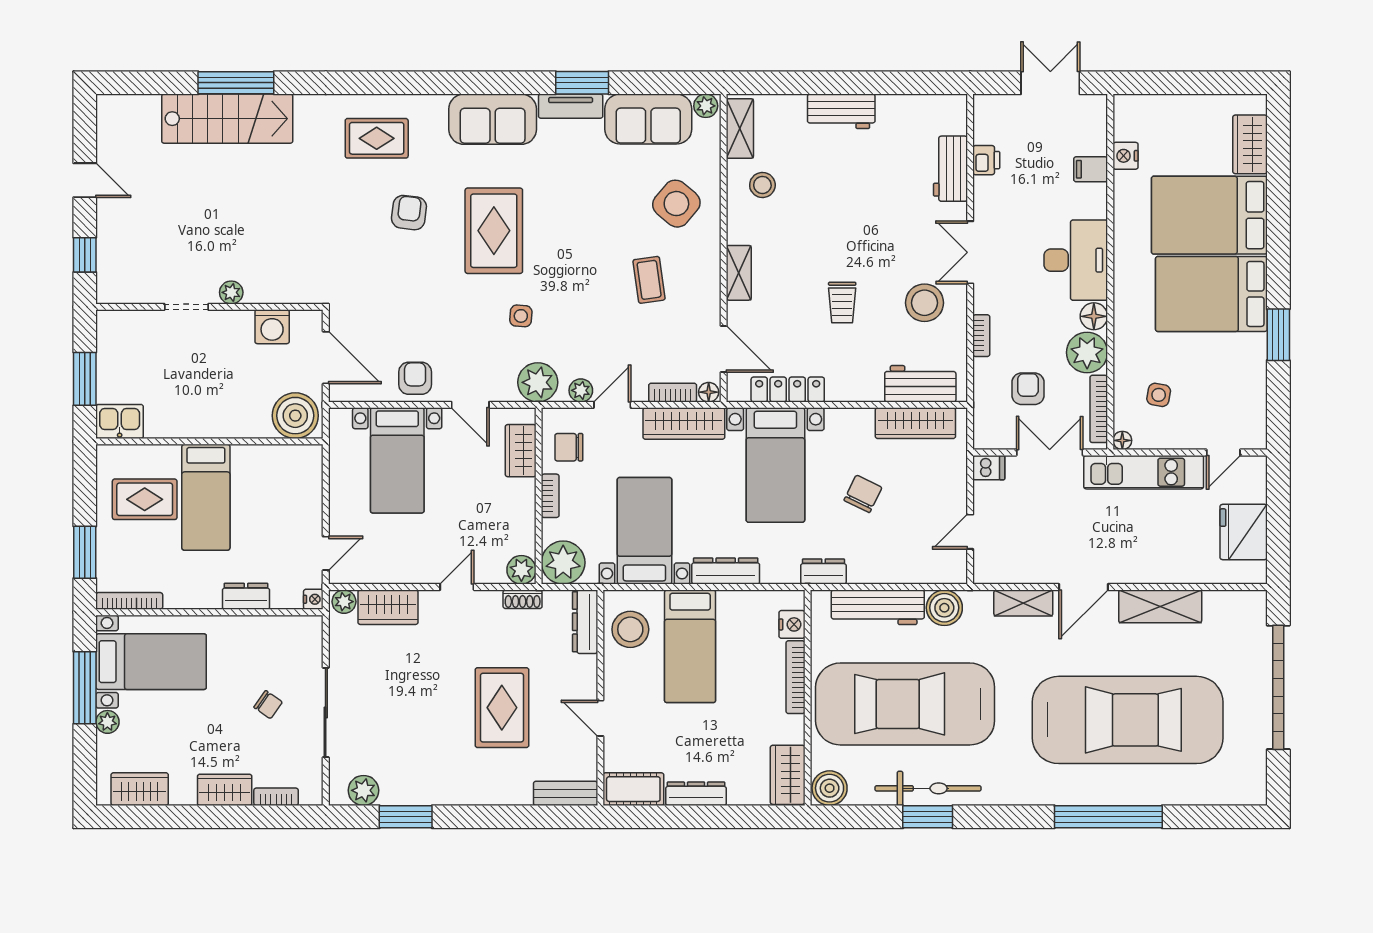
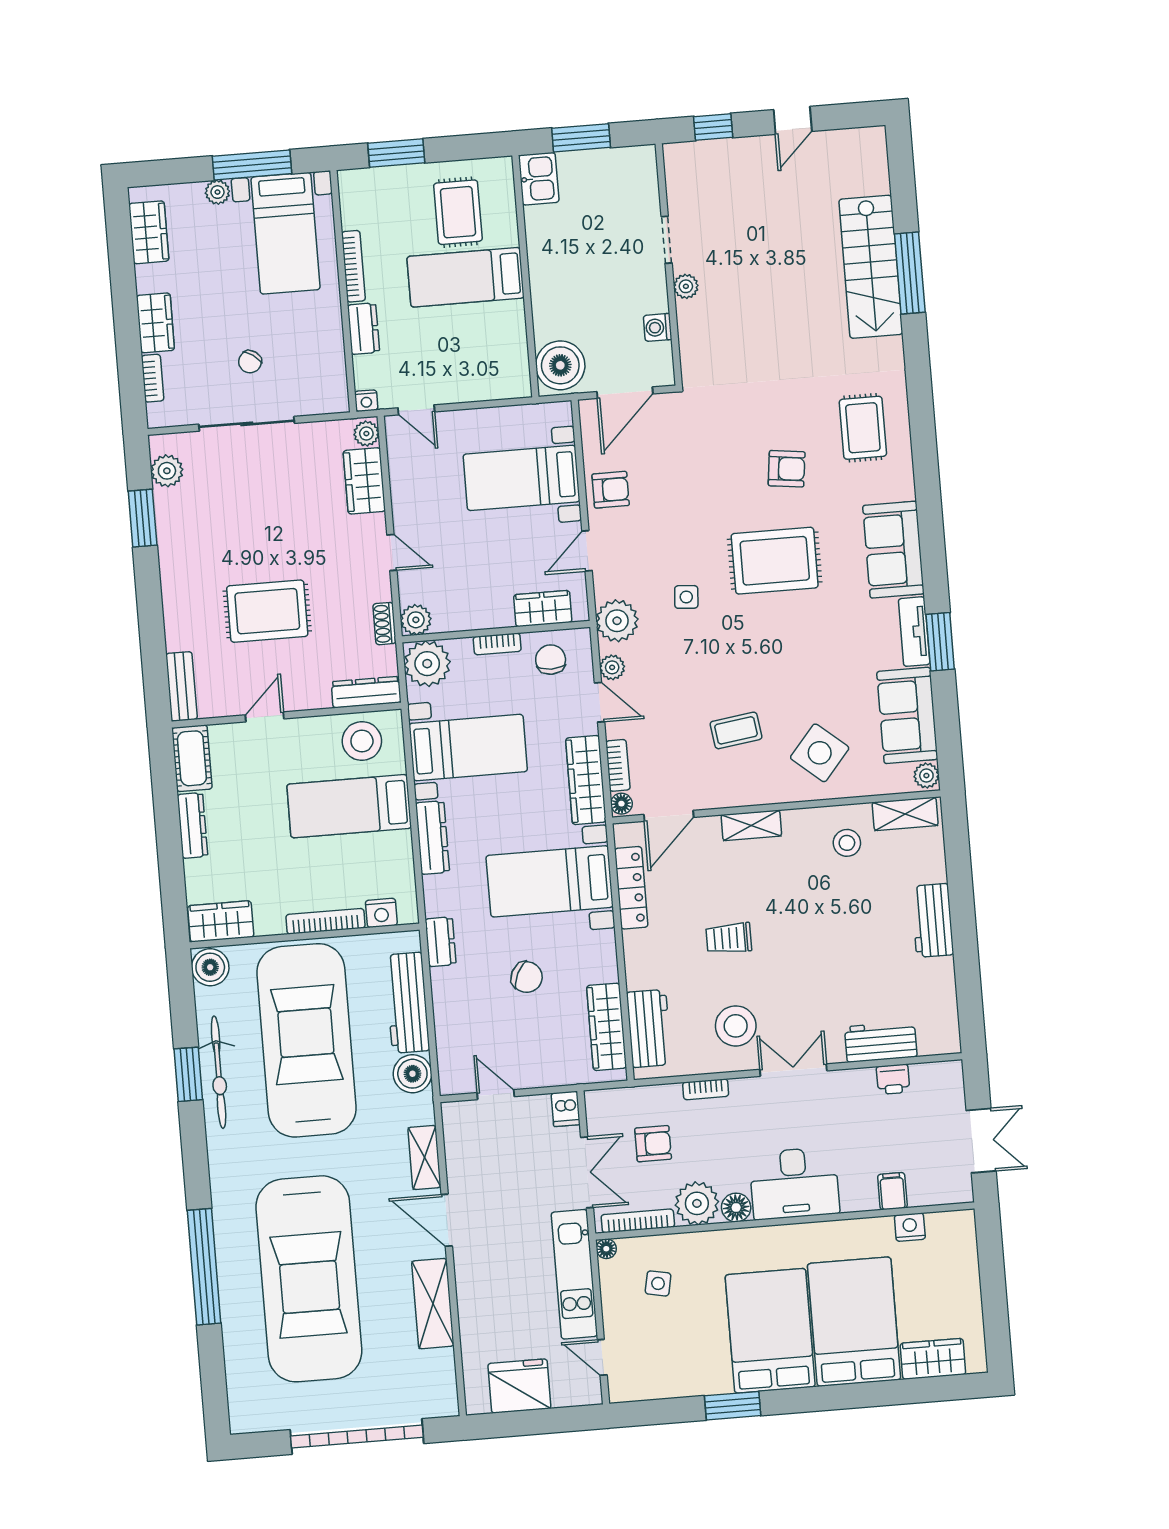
washing machine: (272, 327) -> (658, 327), width x0.73, depth x0.73
bookcase: (129, 601) -> (353, 266), moved

